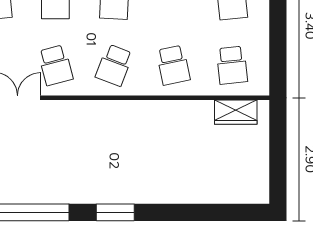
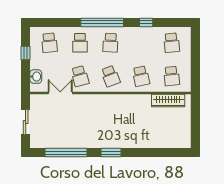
school desk: (114, 65) -> (110, 76), turned -42
wardrobe: (236, 112) -> (168, 100), width x1.50

